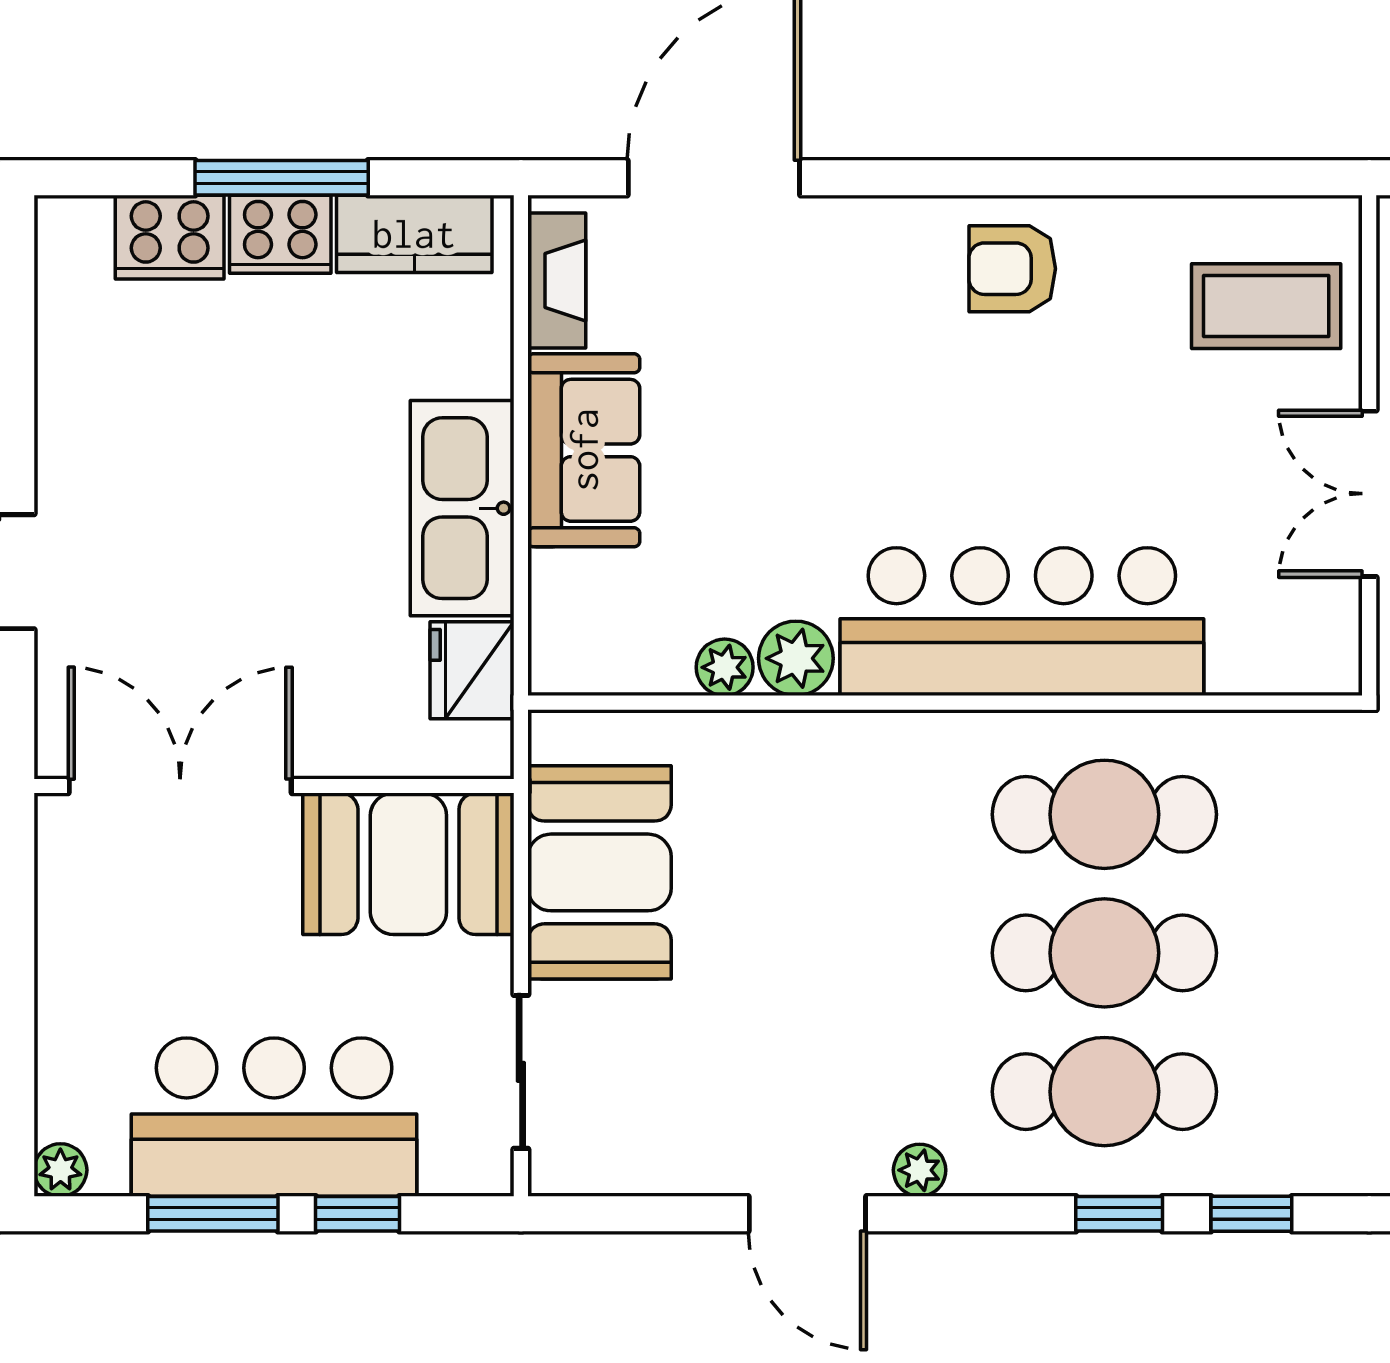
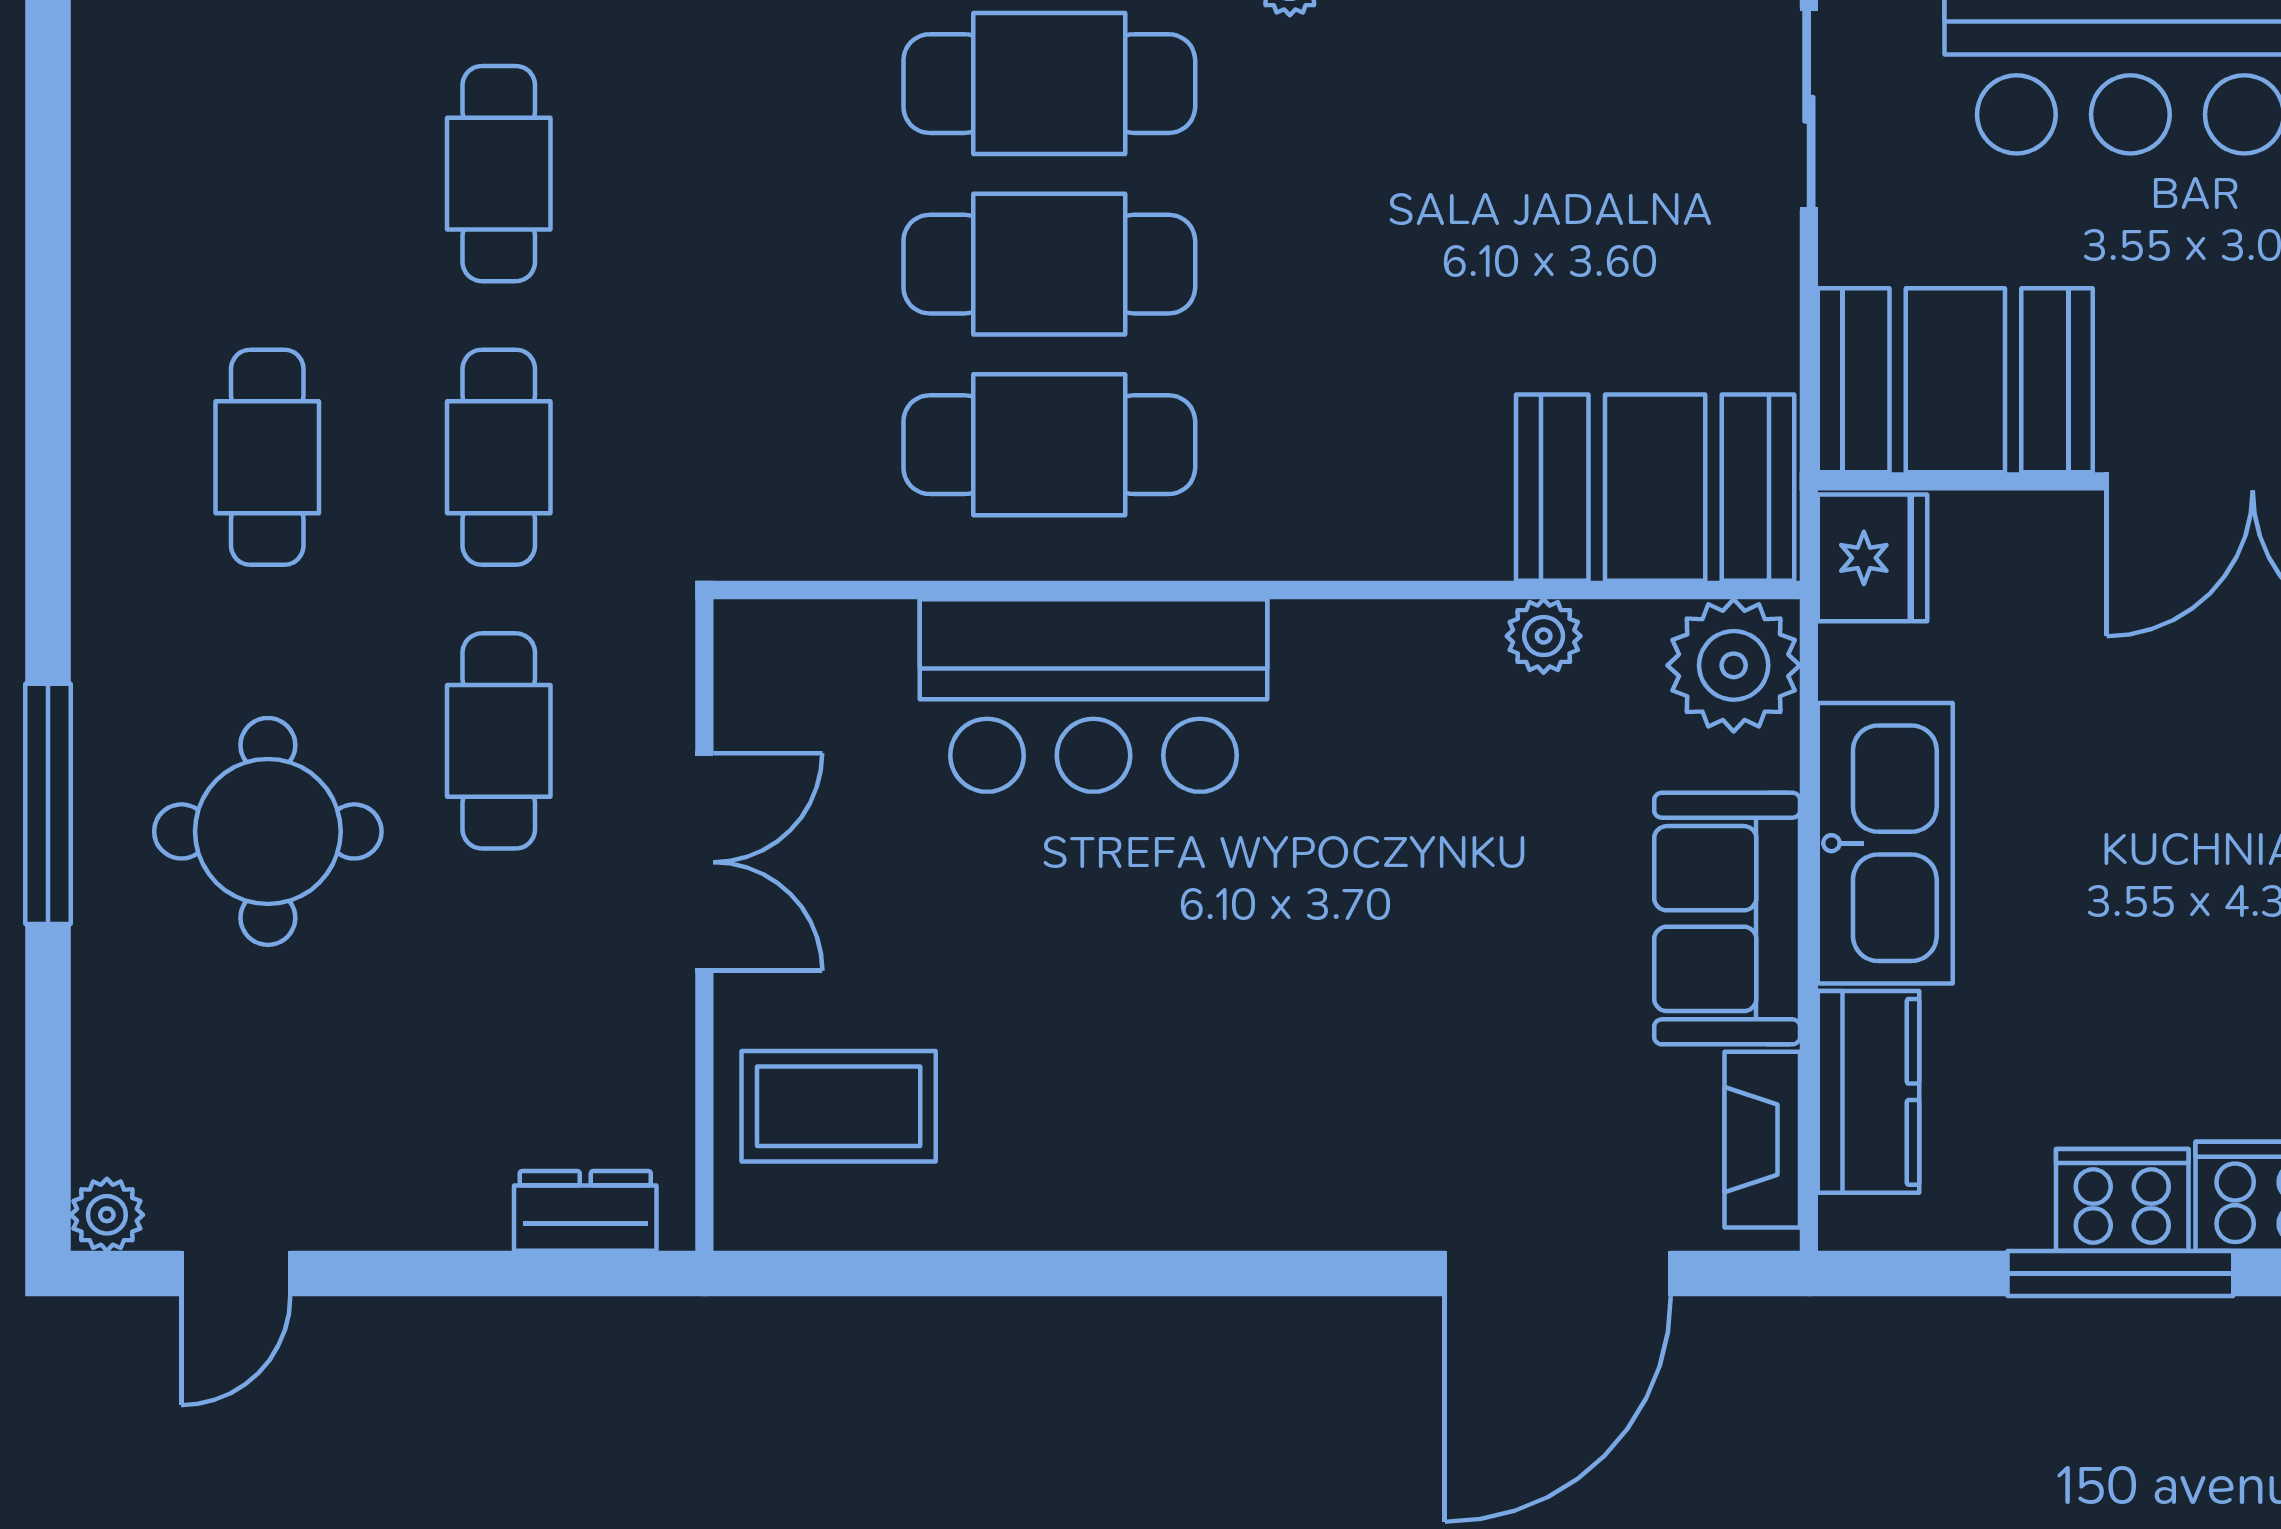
kitchen counter: (414, 234) -> (1869, 1092), moved, turned 90
armchair: (1012, 269) -> (1169, 1155), removed
bar counter: (1022, 622) -> (1093, 696), width x0.73
plant: (796, 658) -> (1734, 665), moved, width x1.36, depth x1.36
fridge: (472, 670) -> (1873, 558), moved
booth: (599, 872) -> (1655, 488), moved, turned 90

